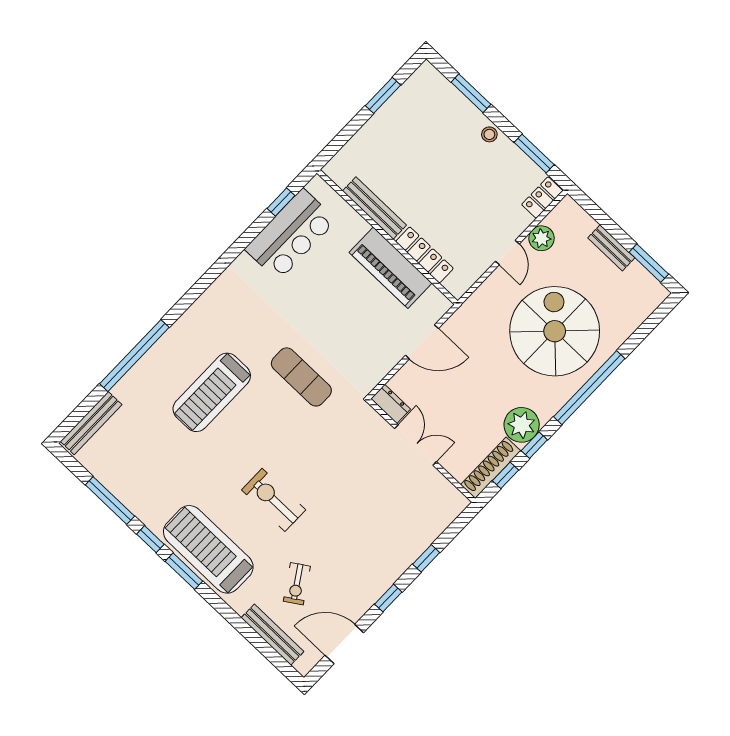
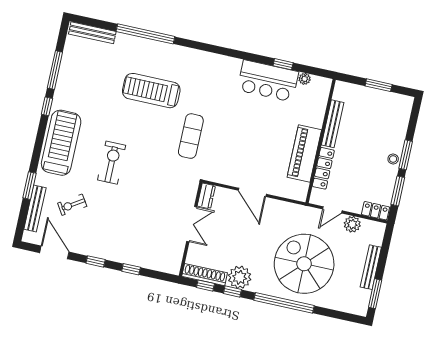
window: (471, 93) -> (406, 155), moved
plant: (317, 186) -> (305, 79), added
bench: (374, 208) -> (333, 124), moved
wall: (387, 237) -> (321, 141), moved
bench: (611, 248) -> (371, 267), width x1.36
locker: (424, 255) -> (323, 168), moved
piano: (391, 268) -> (304, 154), moved
spiral stairs: (555, 331) -> (304, 264), turned -90
window: (184, 571) -> (30, 186), moved

